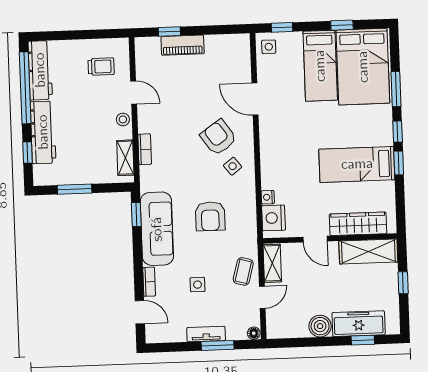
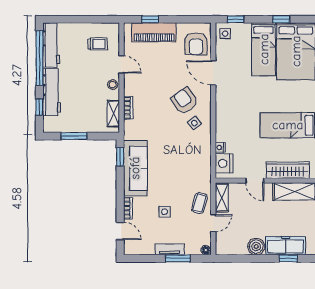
piano: (183, 45) -> (154, 32), width x1.37, depth x1.33
armchair: (210, 216) -> (196, 44), moved

